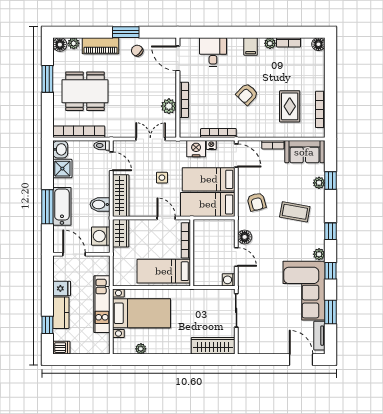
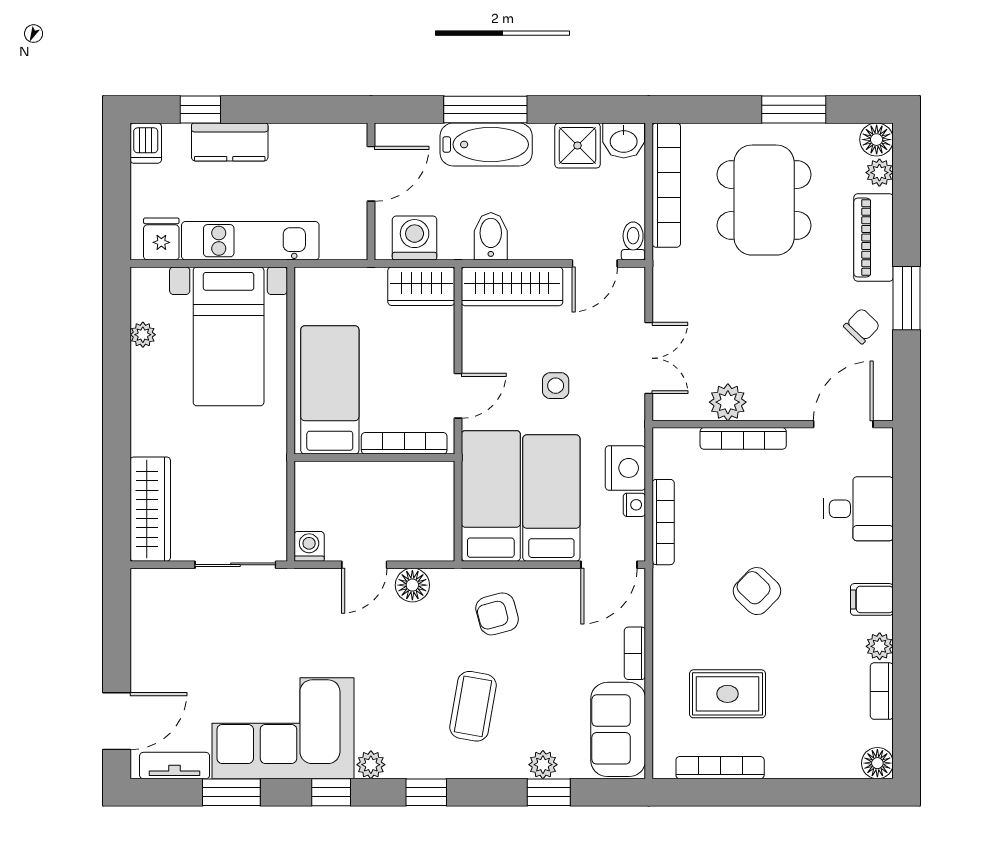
fridge: (62, 288) -> (161, 239), moved, turned 180

